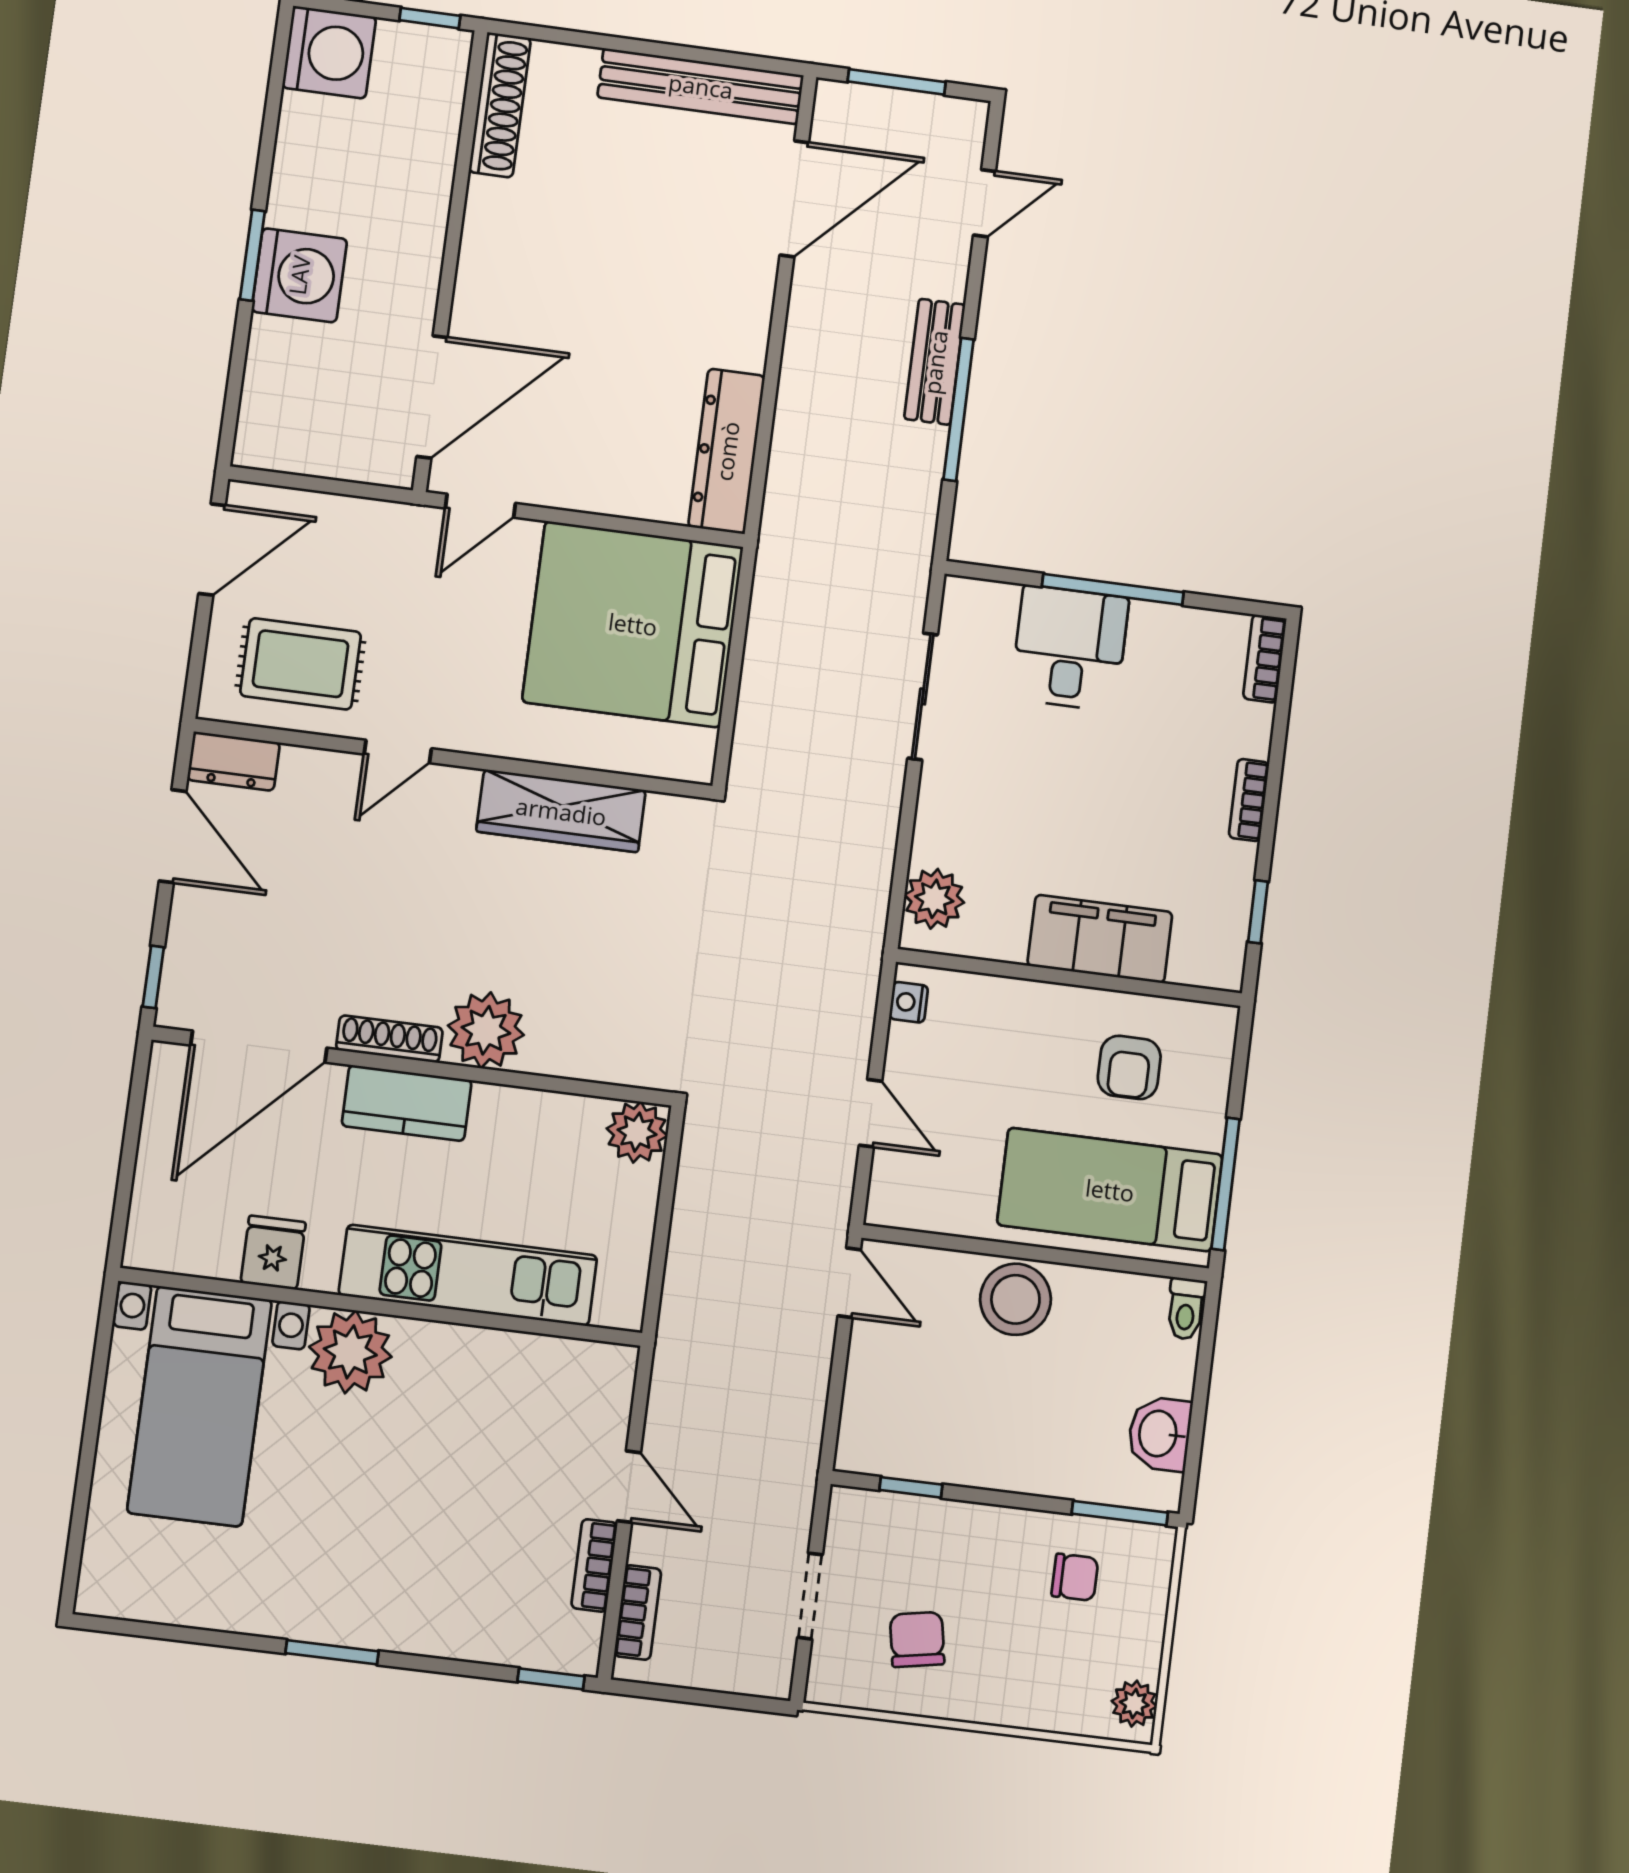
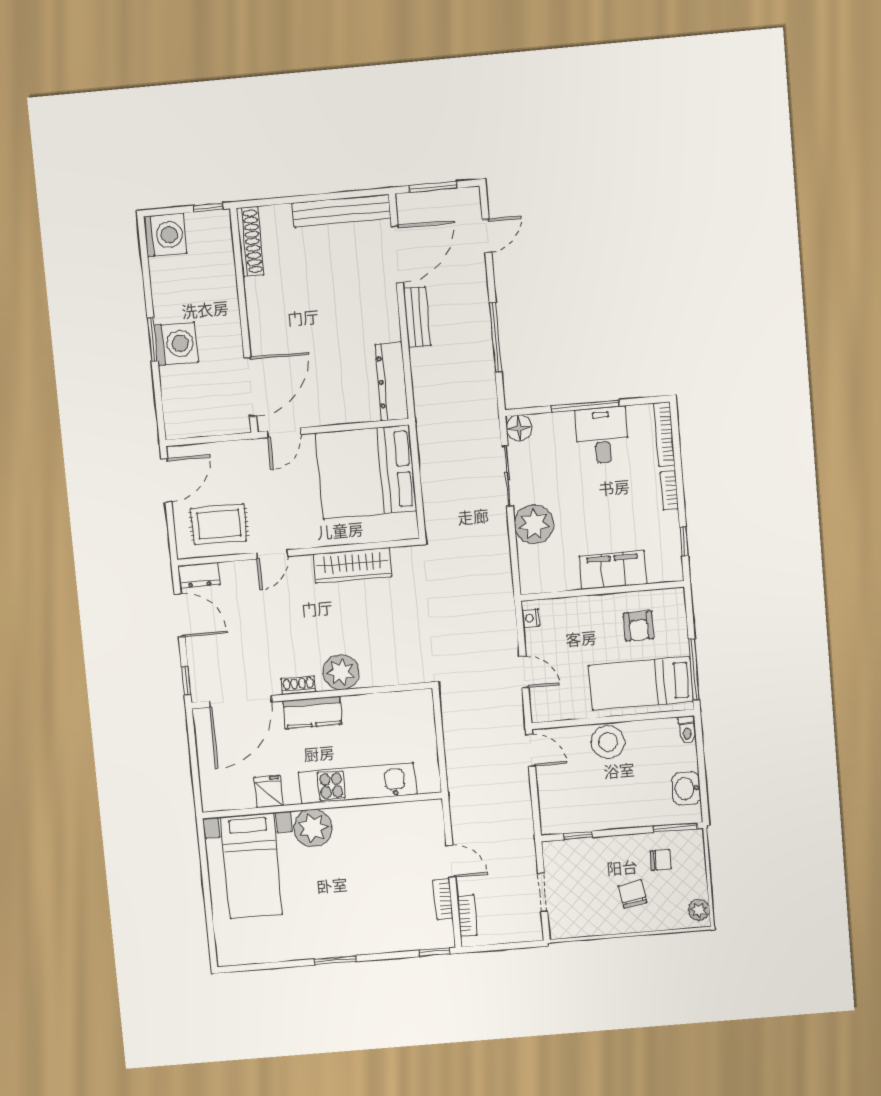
bench: (935, 362) -> (417, 317), moved
floor lamp: (968, 604) -> (519, 428), added
desk: (1070, 648) -> (602, 435), moved
bookcase: (1265, 659) -> (664, 434), width x1.56
plant: (934, 899) -> (534, 524), moved, width x1.36, depth x1.36
shoe rack: (389, 1039) -> (298, 685), width x0.70
plant: (637, 1132) -> (420, 703), removed
chair: (917, 1639) -> (633, 894), moved

